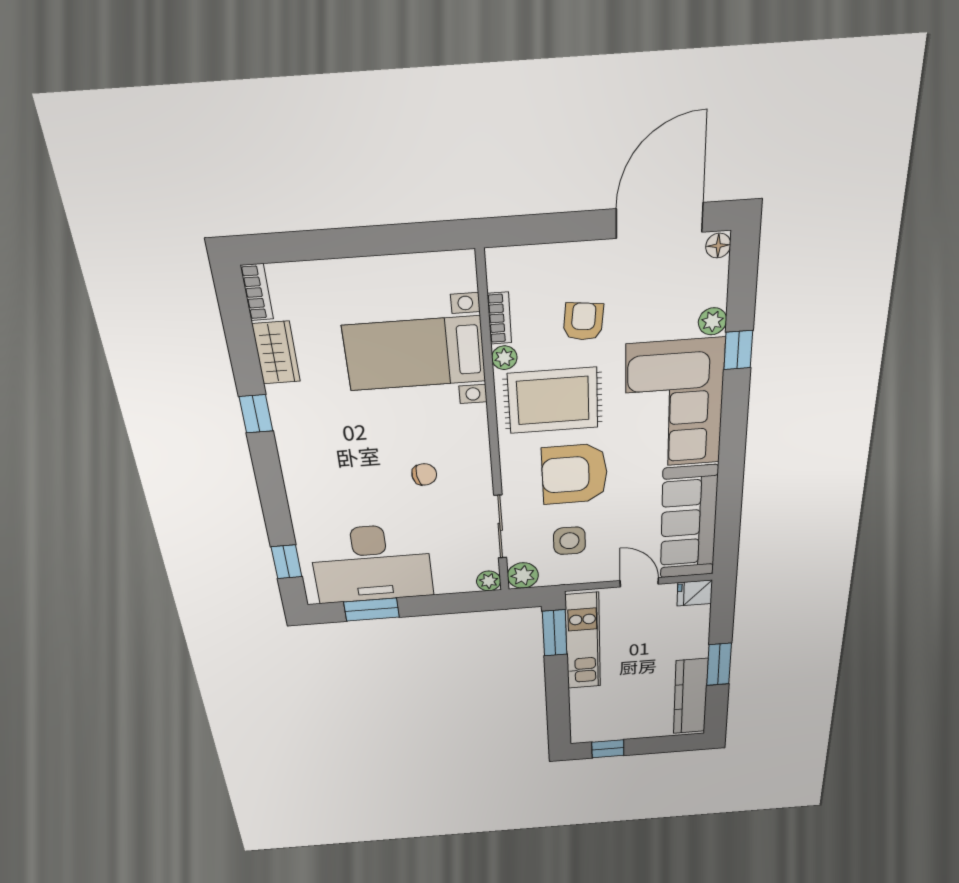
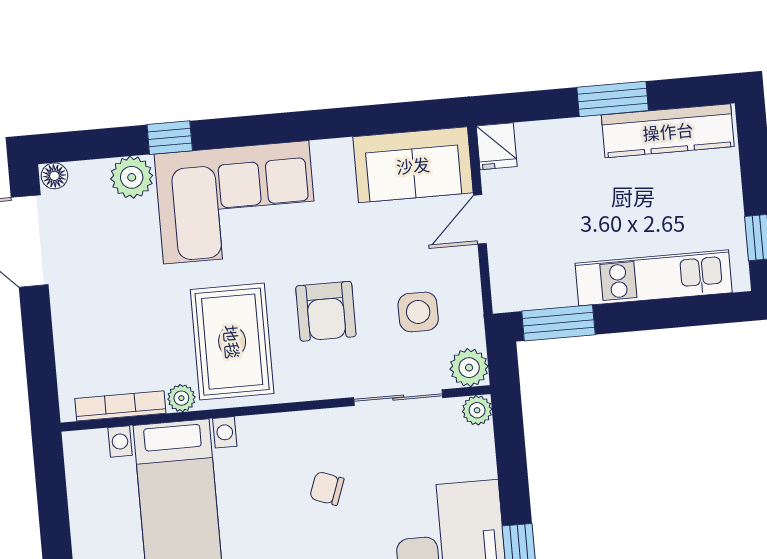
bookcase: (499, 318) -> (120, 406), width x1.56
armchair: (583, 321) -> (139, 313), removed
plant: (713, 321) -> (132, 177), width x1.38, depth x1.38
chair: (424, 474) -> (327, 488), turned -62
armchair: (575, 474) -> (326, 311), width x0.73, depth x0.73
sofa: (689, 523) -> (413, 165), width x0.73
kitchen unit: (583, 641) -> (654, 278), moved

